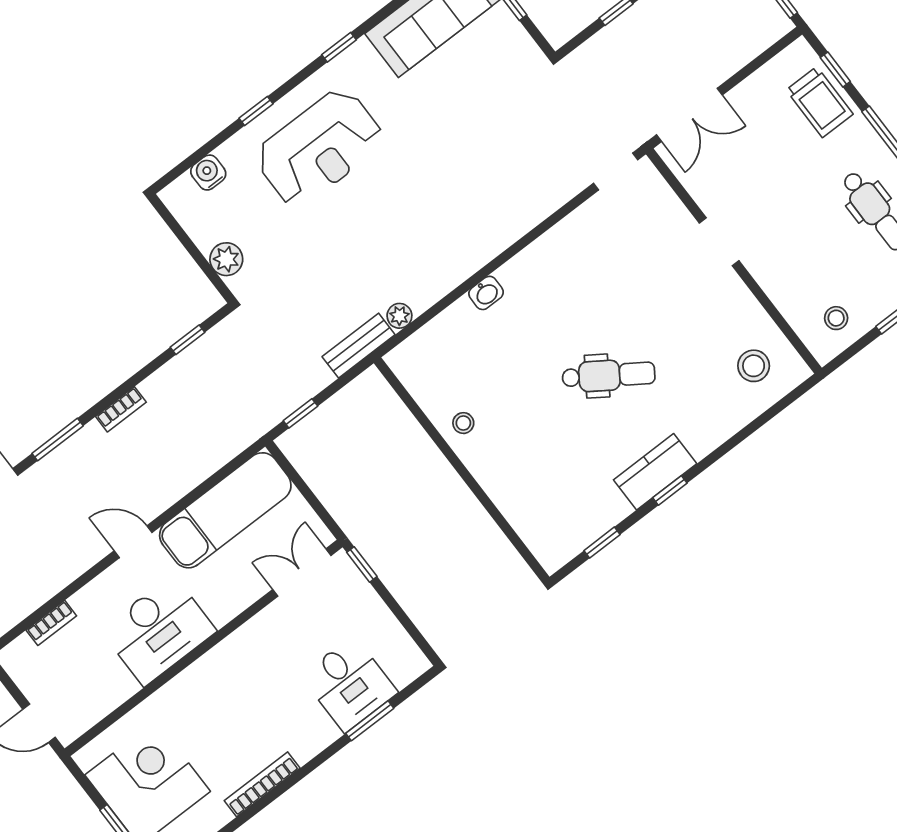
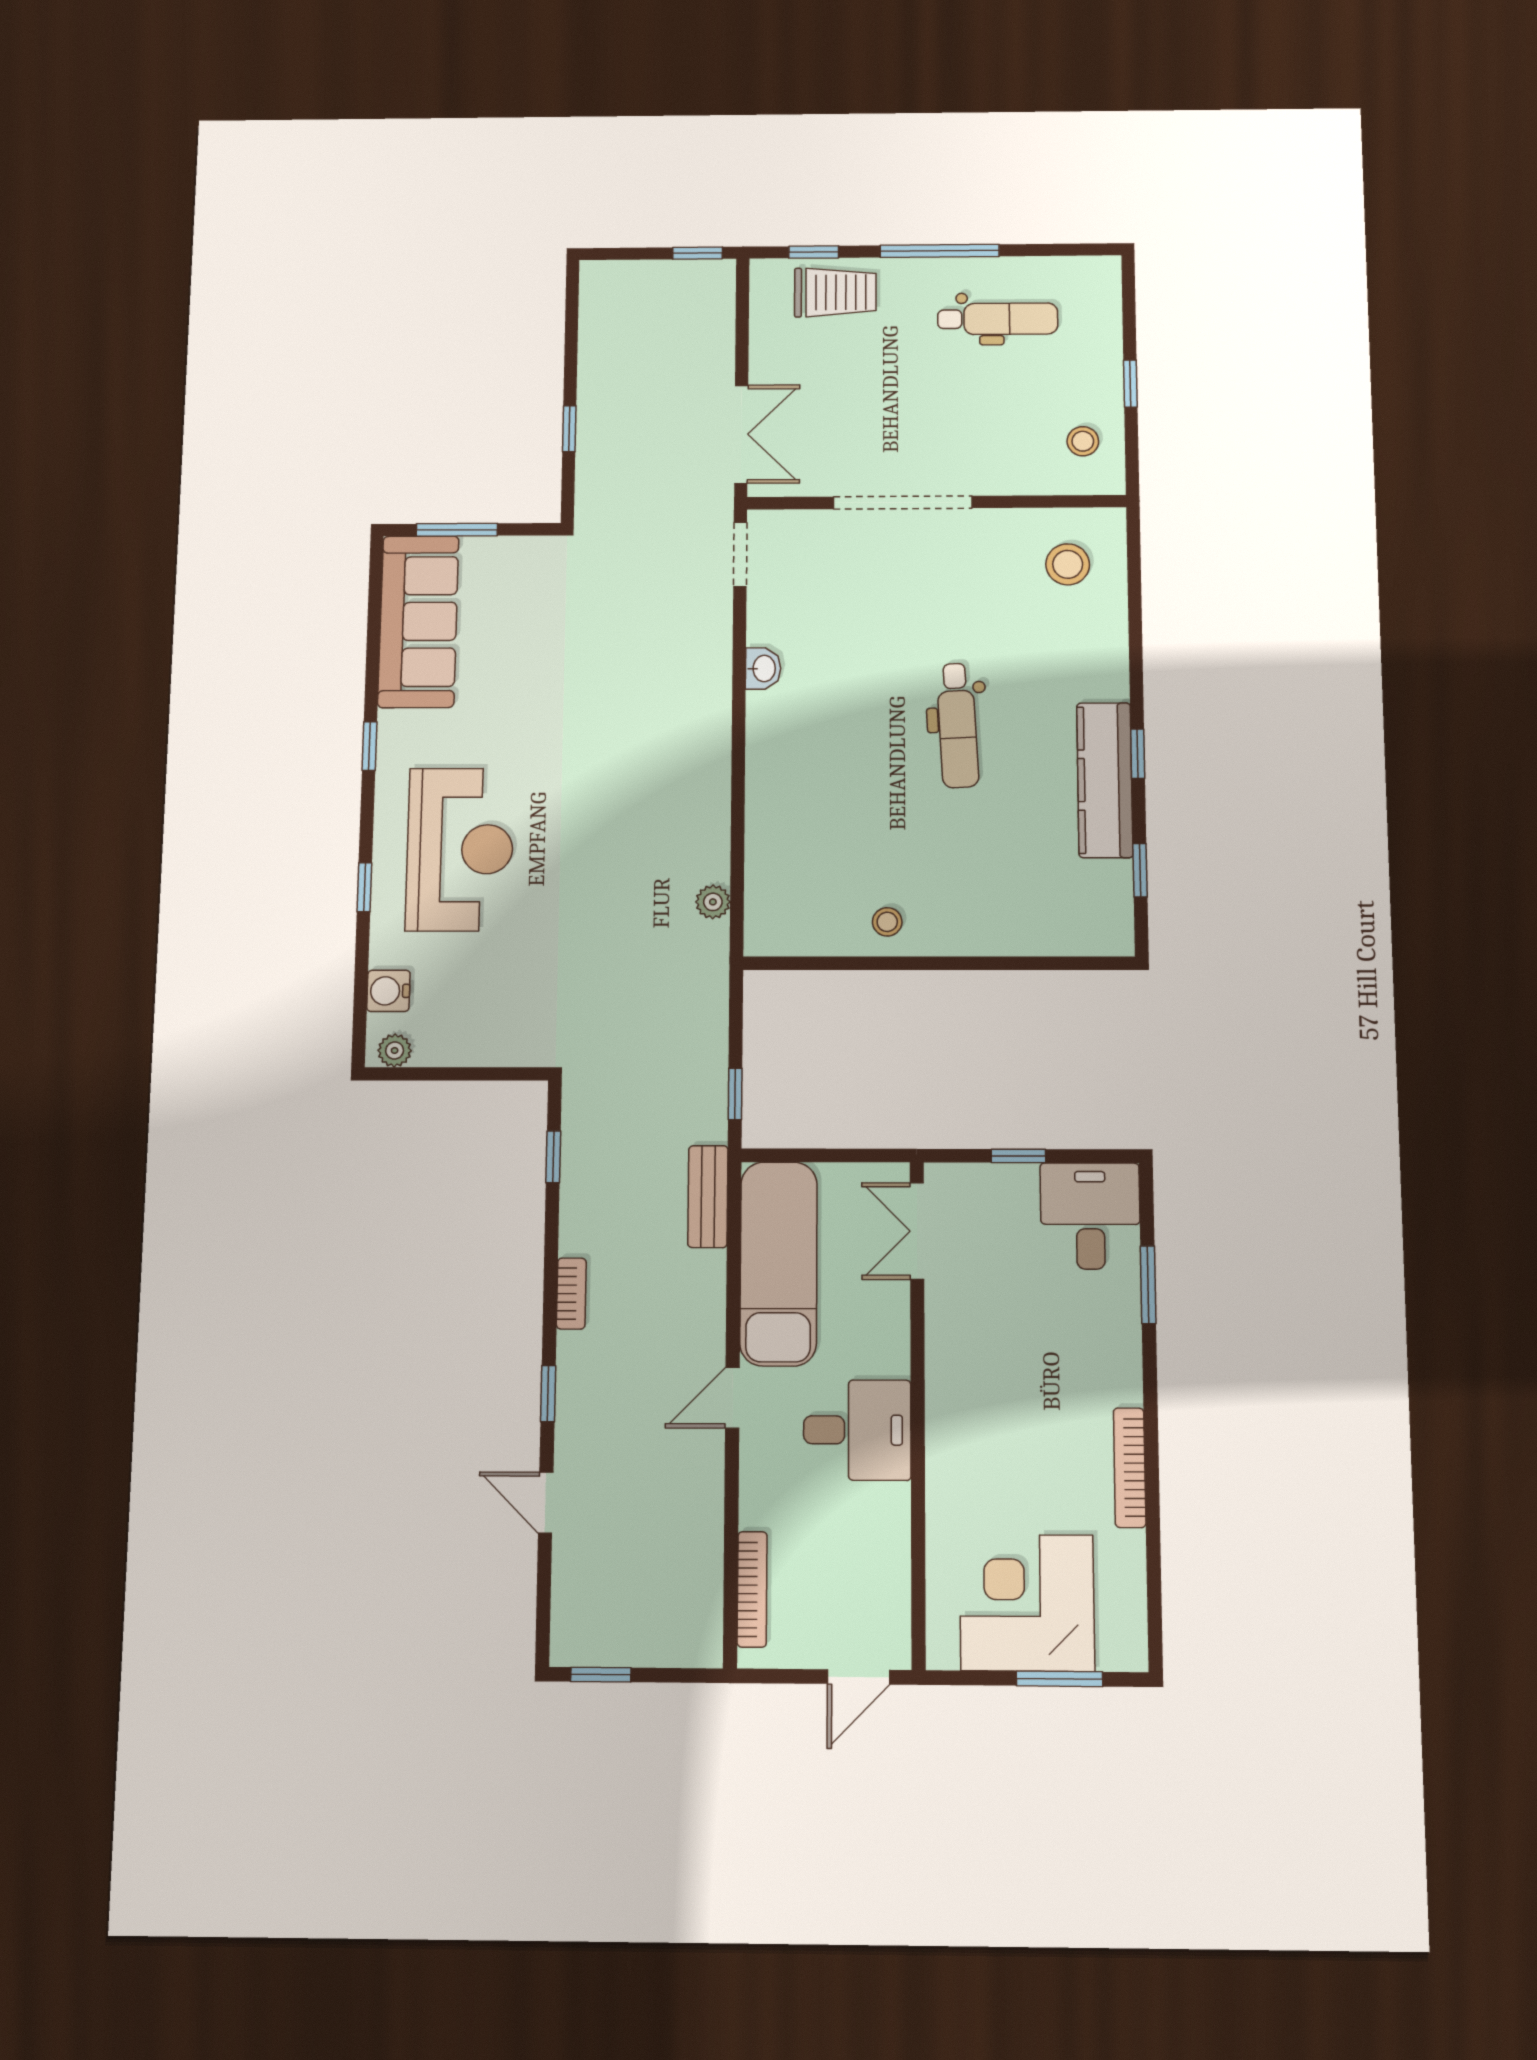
doorway: (719, 242) -> (903, 502), width x1.88
plant: (226, 259) -> (395, 1051), moved, width x0.73, depth x0.73
washbasin: (486, 293) -> (763, 669), moved
bench: (359, 346) -> (708, 1197), moved
dental chair: (609, 375) -> (957, 725), turned 143
window: (58, 440) -> (548, 1394), width x0.67
kitchen counter: (655, 472) -> (1105, 780), width x1.50
window: (362, 564) -> (1018, 1156), moved
bookcase: (51, 623) -> (752, 1589), width x1.56
desk: (158, 630) -> (857, 1430), width x0.73
desk: (349, 684) -> (1090, 1216), moved, turned -90

